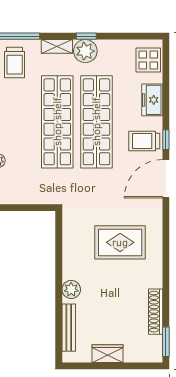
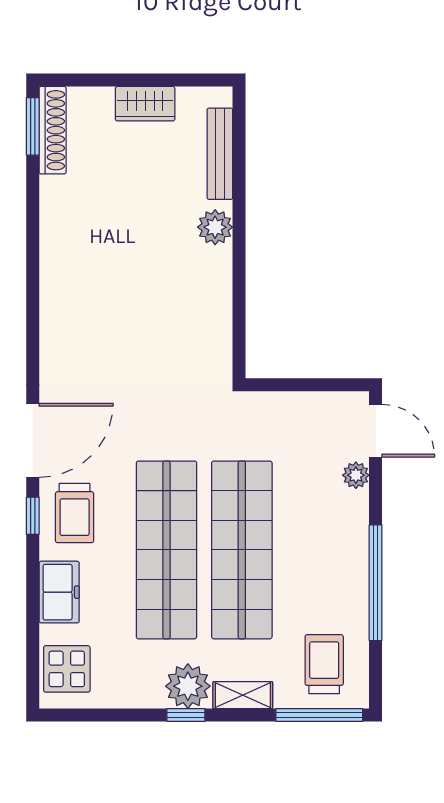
trolley: (144, 141) -> (75, 513), turned 90
rug: (120, 242) -> (121, 318), removed
shoe rack: (156, 312) -> (53, 130), moved

